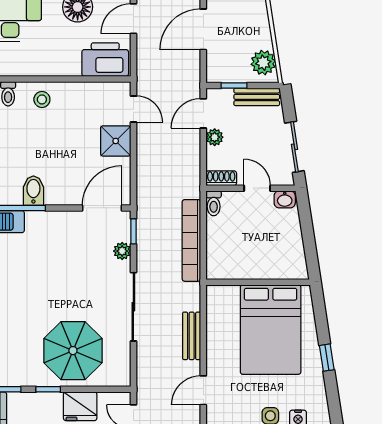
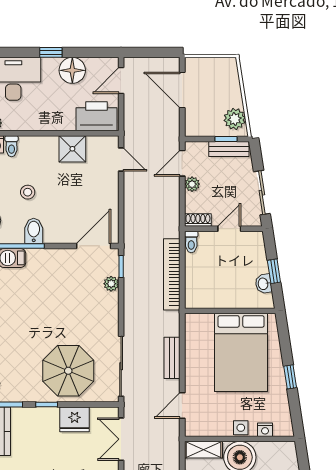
door: (203, 29) -> (182, 90), hinge flipped
window: (234, 86) -> (226, 139), moved
stool: (42, 99) -> (28, 192), moved
shower: (116, 141) -> (72, 149), moved
door: (257, 188) -> (229, 229), hinge flipped
washbasin: (285, 199) -> (263, 284), moved, turned 81
window: (308, 237) -> (274, 271), added
sliding door: (133, 307) -> (121, 366), moved

